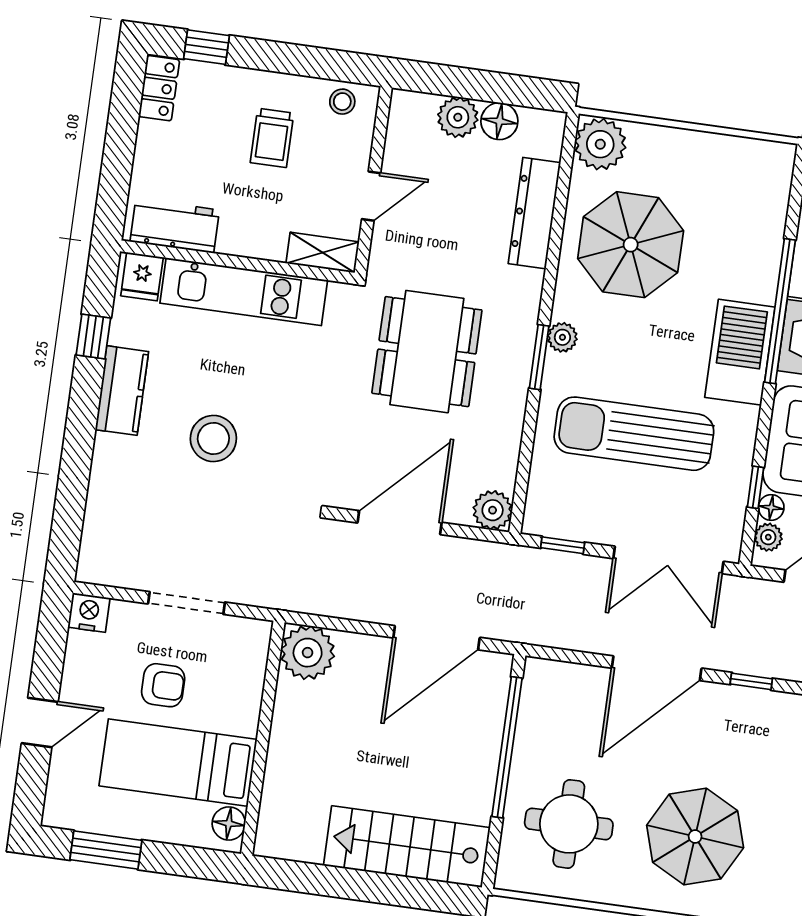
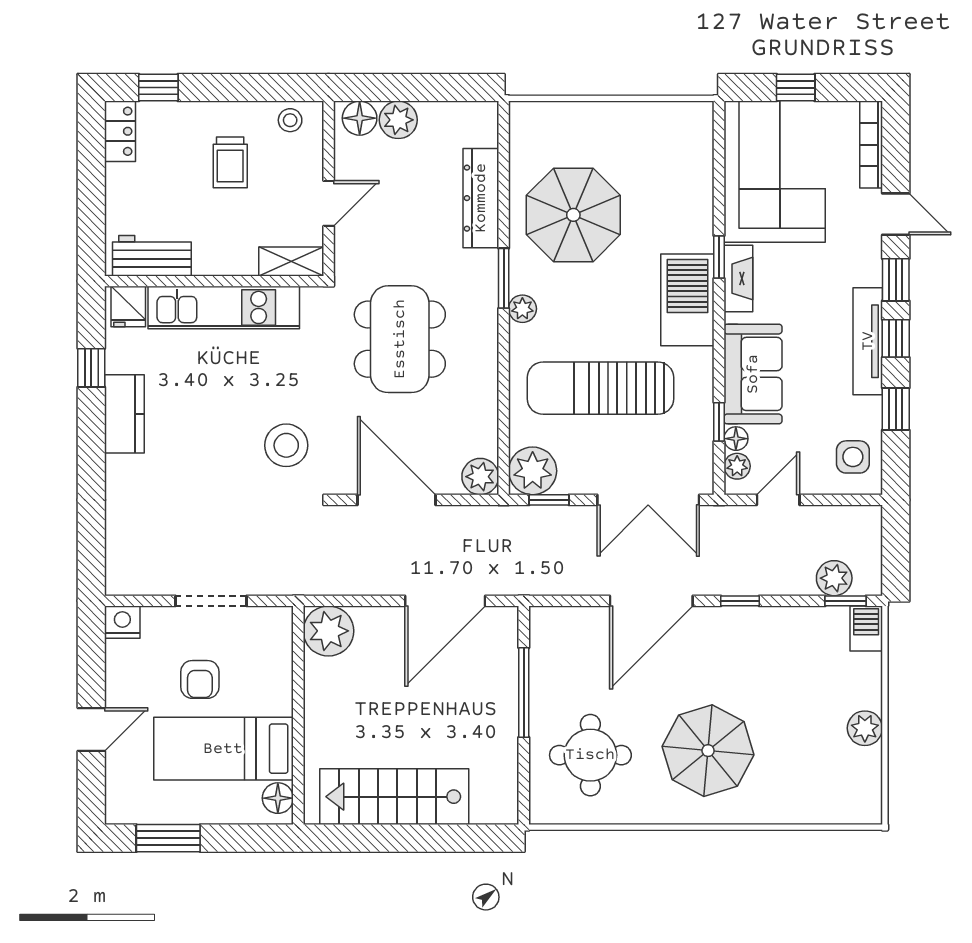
floor lamp: (499, 121) -> (360, 118), moved
plant: (600, 144) -> (533, 471), moved
window: (780, 311) -> (719, 257), width x0.32
window: (539, 357) -> (504, 278), moved
stool: (213, 438) -> (286, 445), moved
door: (400, 523) -> (396, 500), hinge flipped
armchair: (163, 685) -> (200, 679), turned 90
window: (507, 747) -> (524, 693), width x0.68
stairs: (407, 847) -> (394, 797), moved

